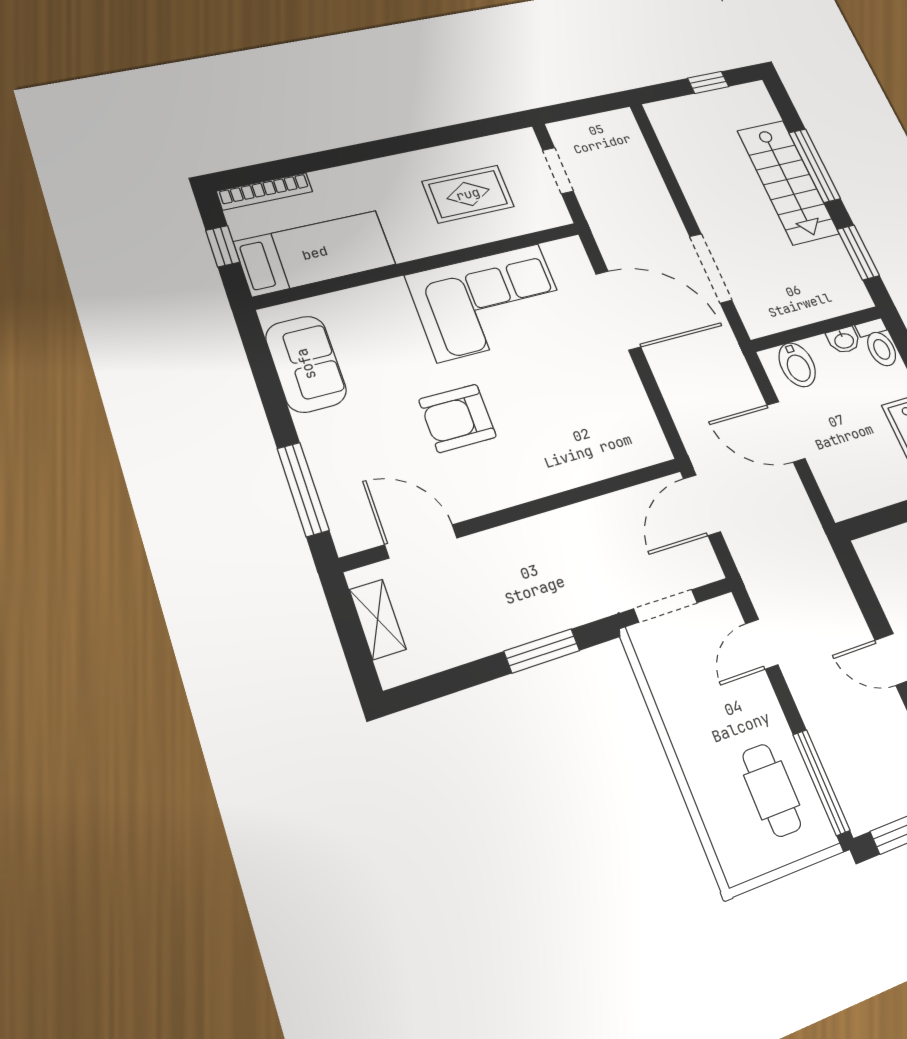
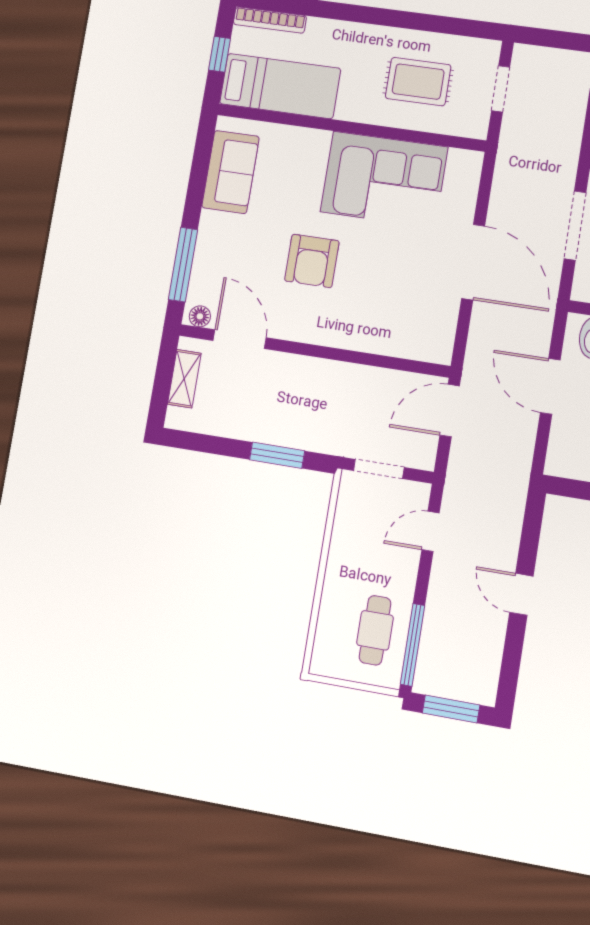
door: (618, 310) -> (473, 262), moved
armchair: (458, 418) -> (312, 261), turned -90
floor lamp: (357, 538) -> (200, 316), added

